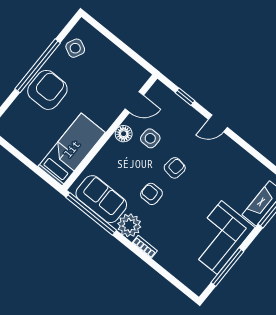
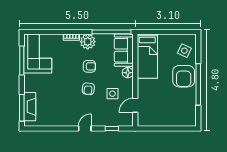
side table: (75, 48) -> (184, 51), moved
floor lamp: (124, 134) -> (128, 73), moved
sofa: (101, 199) -> (124, 50), moved, turned 90
corner sofa: (219, 237) -> (38, 54), moved

